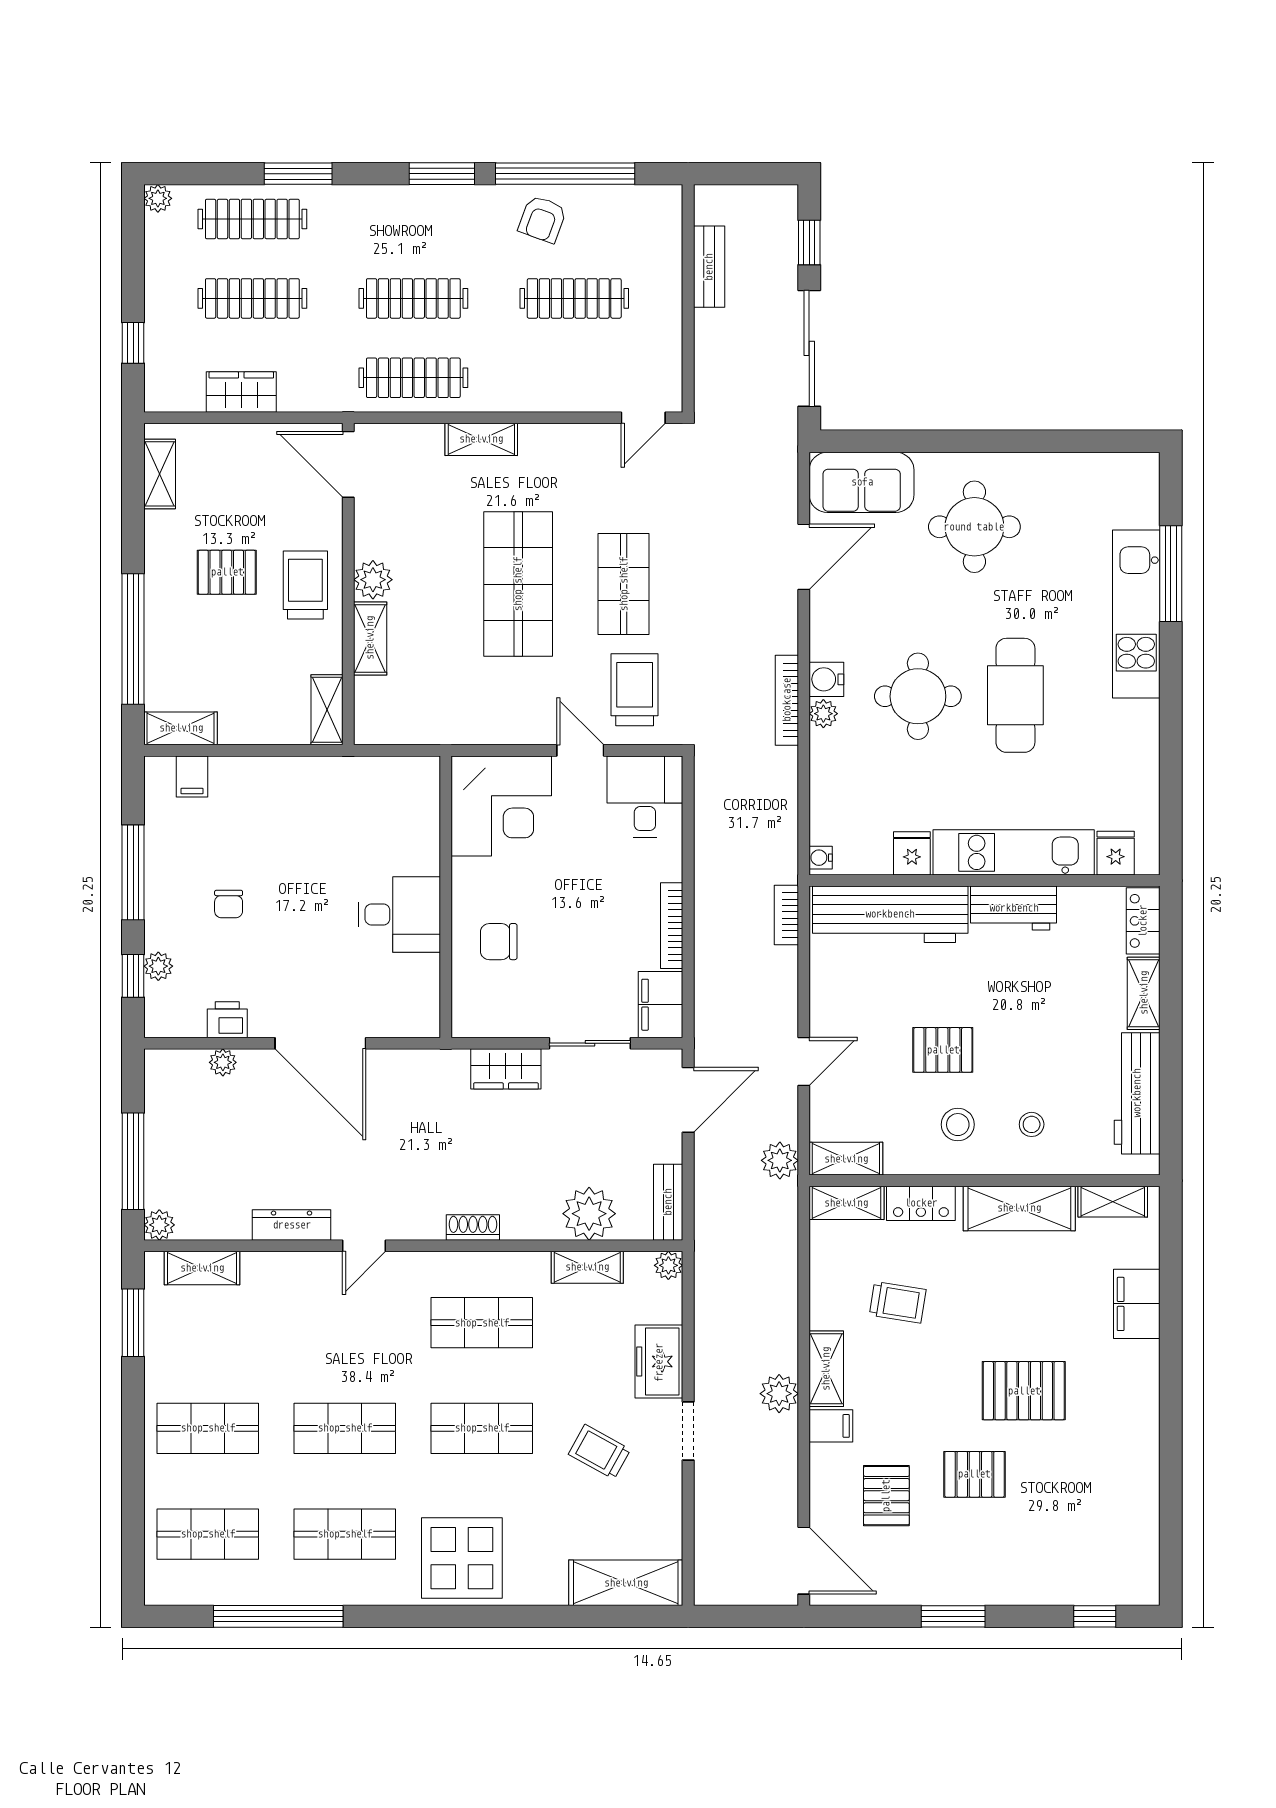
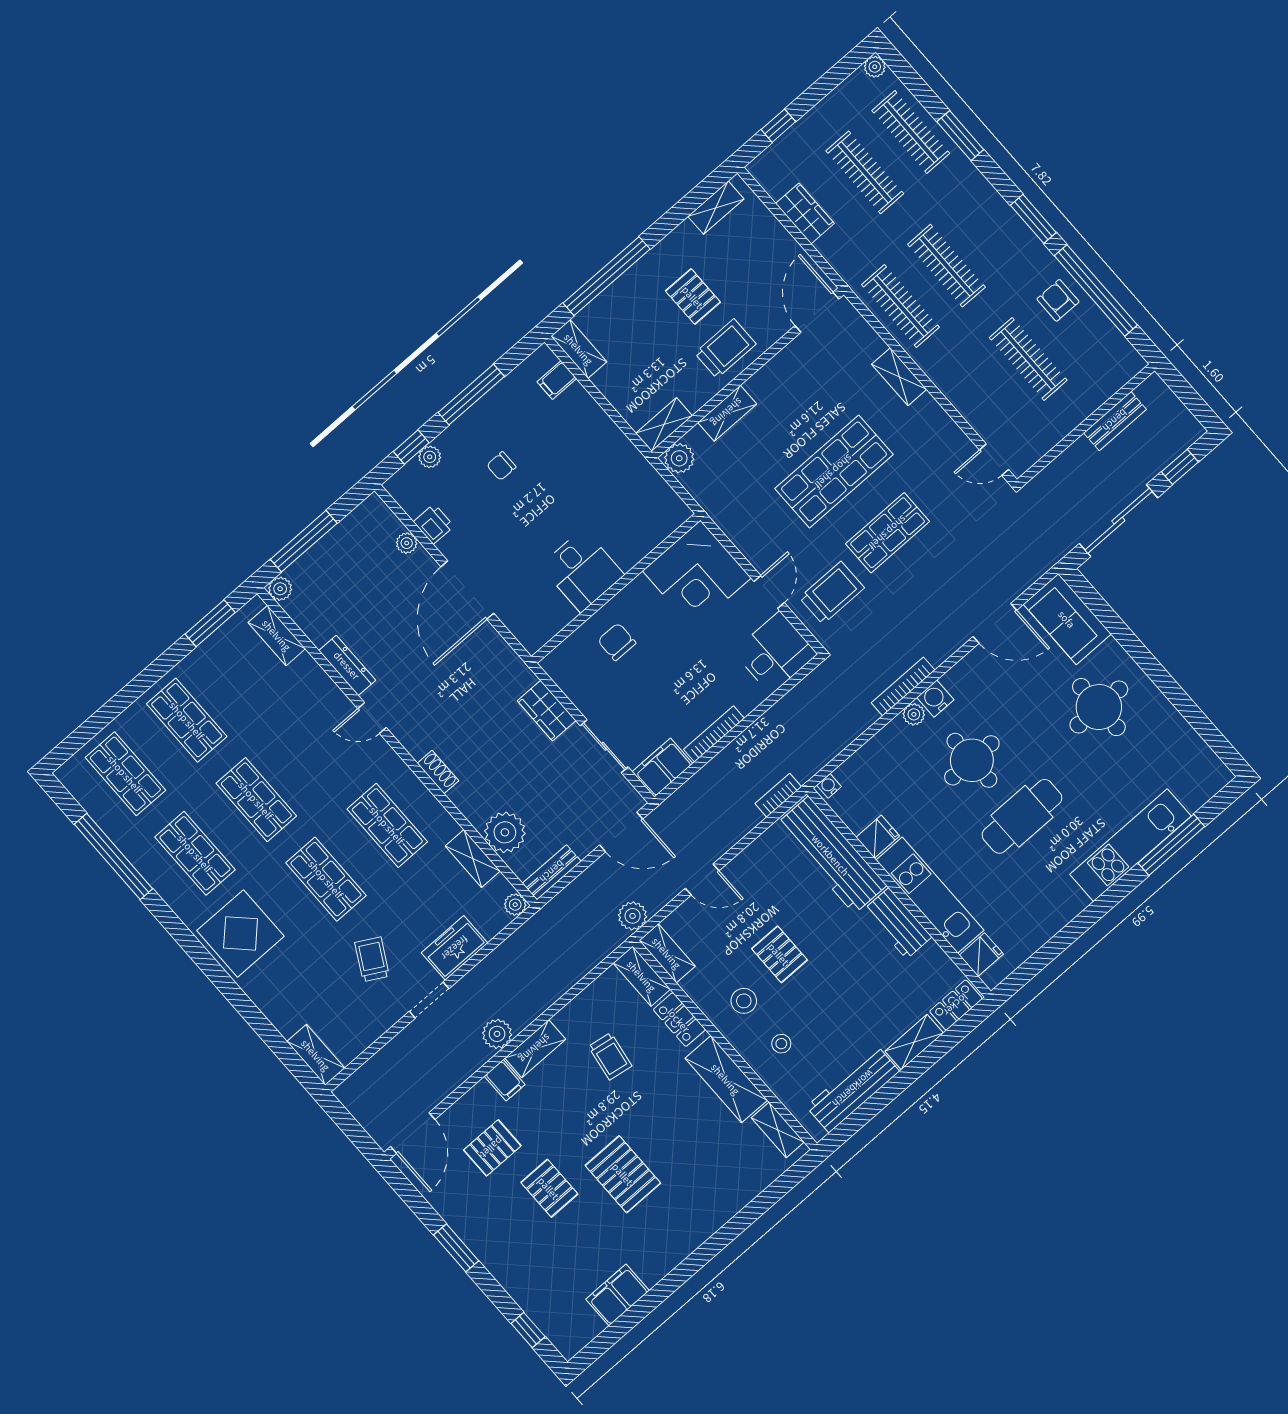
armchair: (542, 219) -> (1058, 300), turned 70
plant: (373, 580) -> (679, 458), moved
filing cabinet: (1137, 1304) -> (617, 1295), moved
shelving: (626, 1583) -> (316, 1055), width x0.67, depth x0.75

